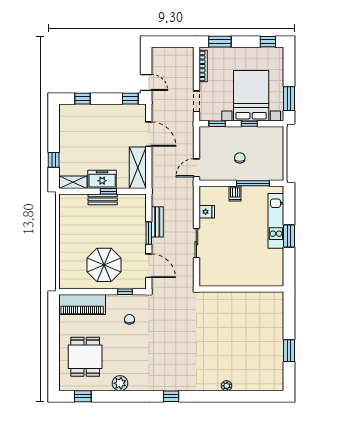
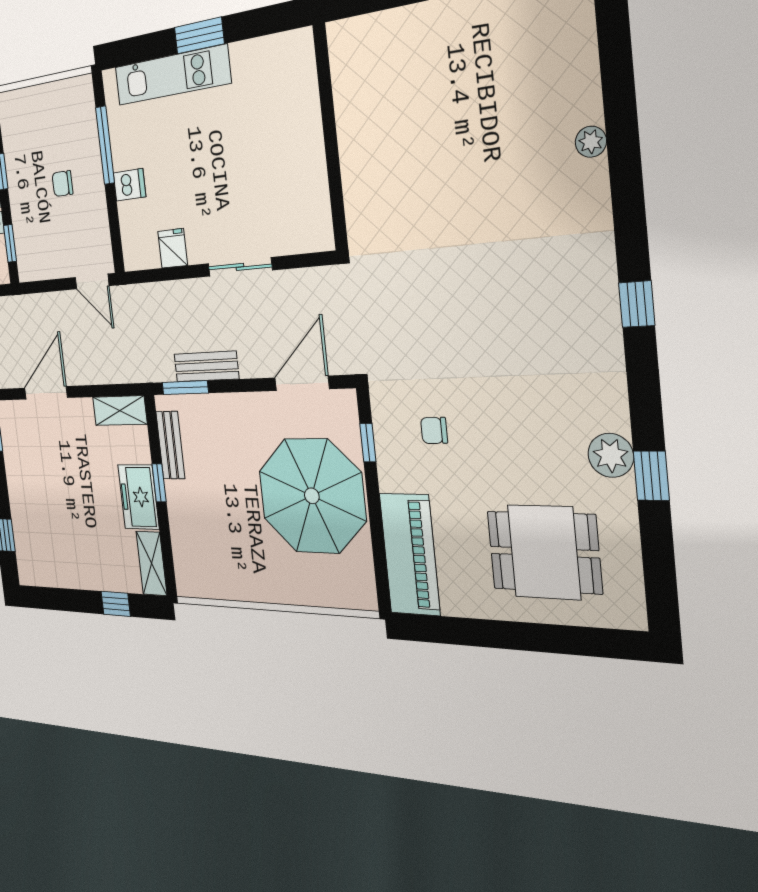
shelving: (138, 168) -> (120, 411), width x0.67, depth x0.75
bench: (103, 199) -> (170, 445), moved
window: (149, 233) -> (185, 388), moved
parasol: (104, 265) -> (312, 496), width x1.36, depth x1.36
window: (83, 396) -> (651, 476), moved

